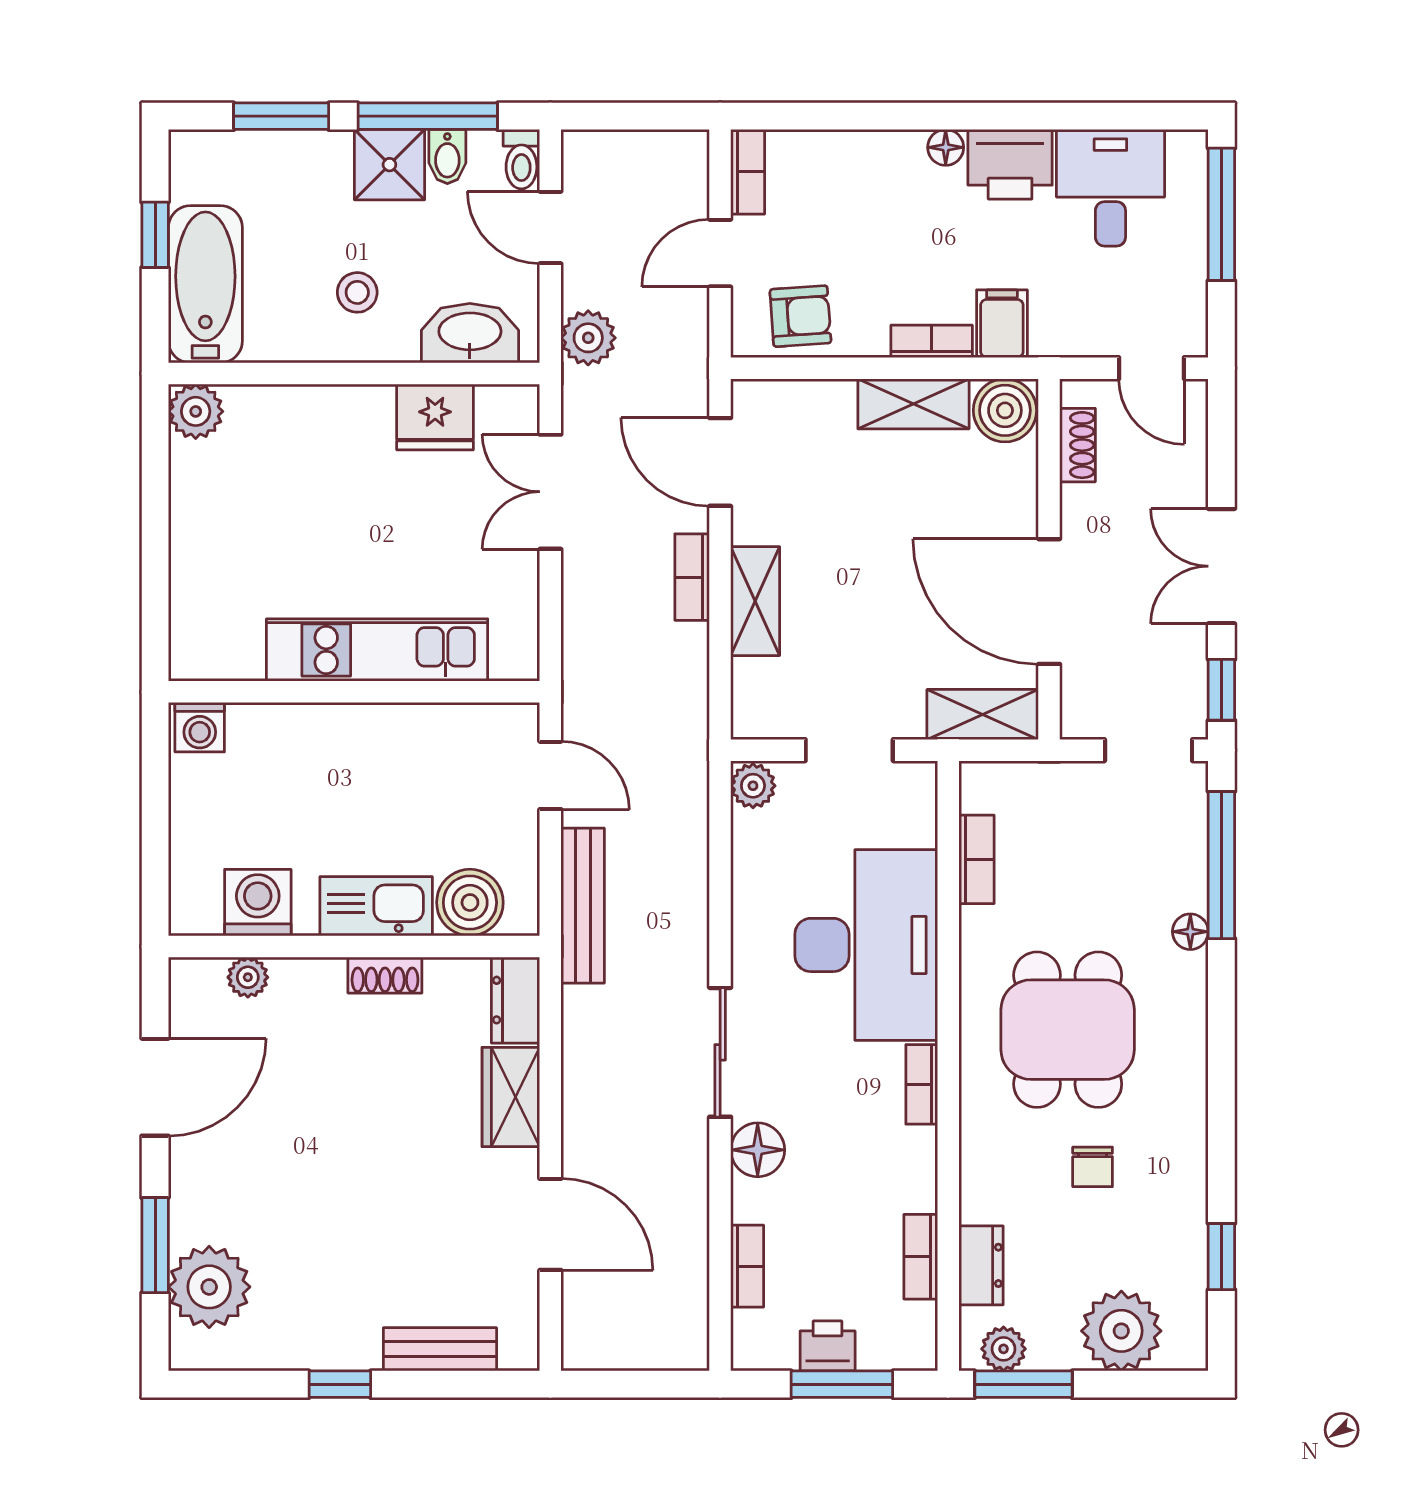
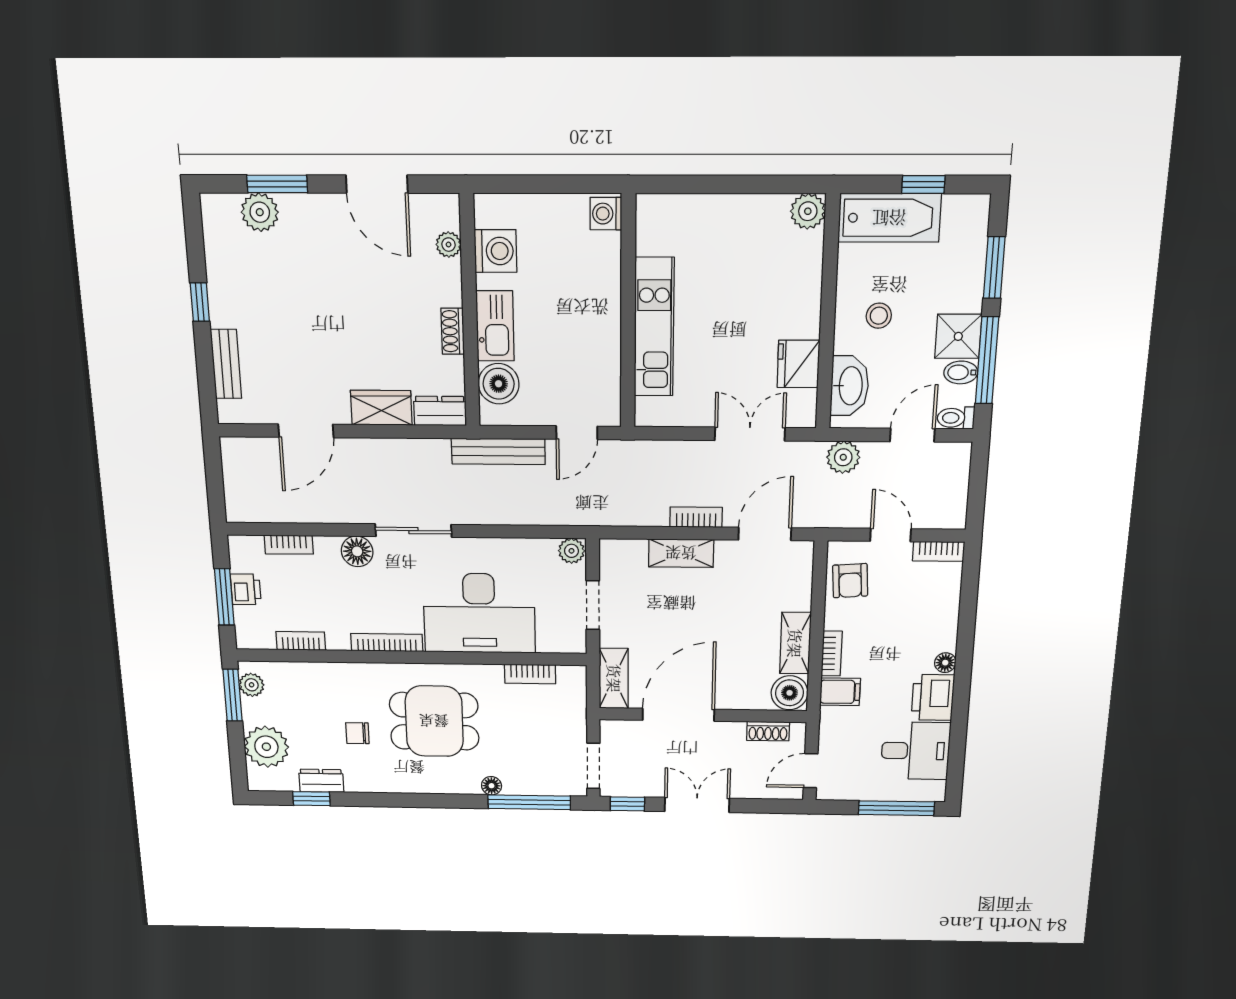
bookcase: (922, 1084) -> (387, 643), width x1.56
dresser: (981, 1265) -> (321, 781), moved, turned 180
plant: (209, 1287) -> (260, 212), width x0.73, depth x0.73

